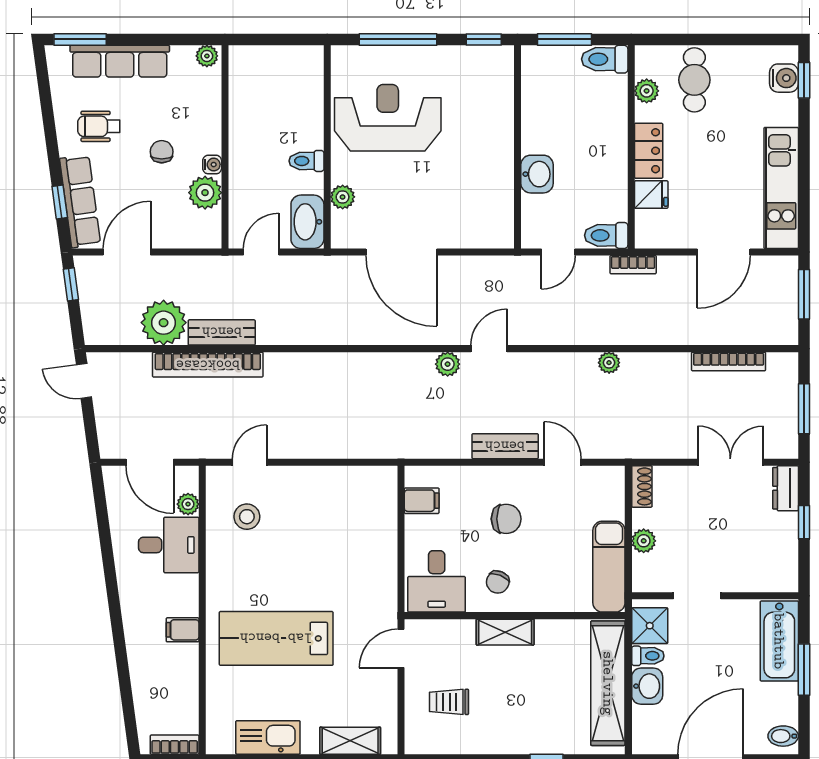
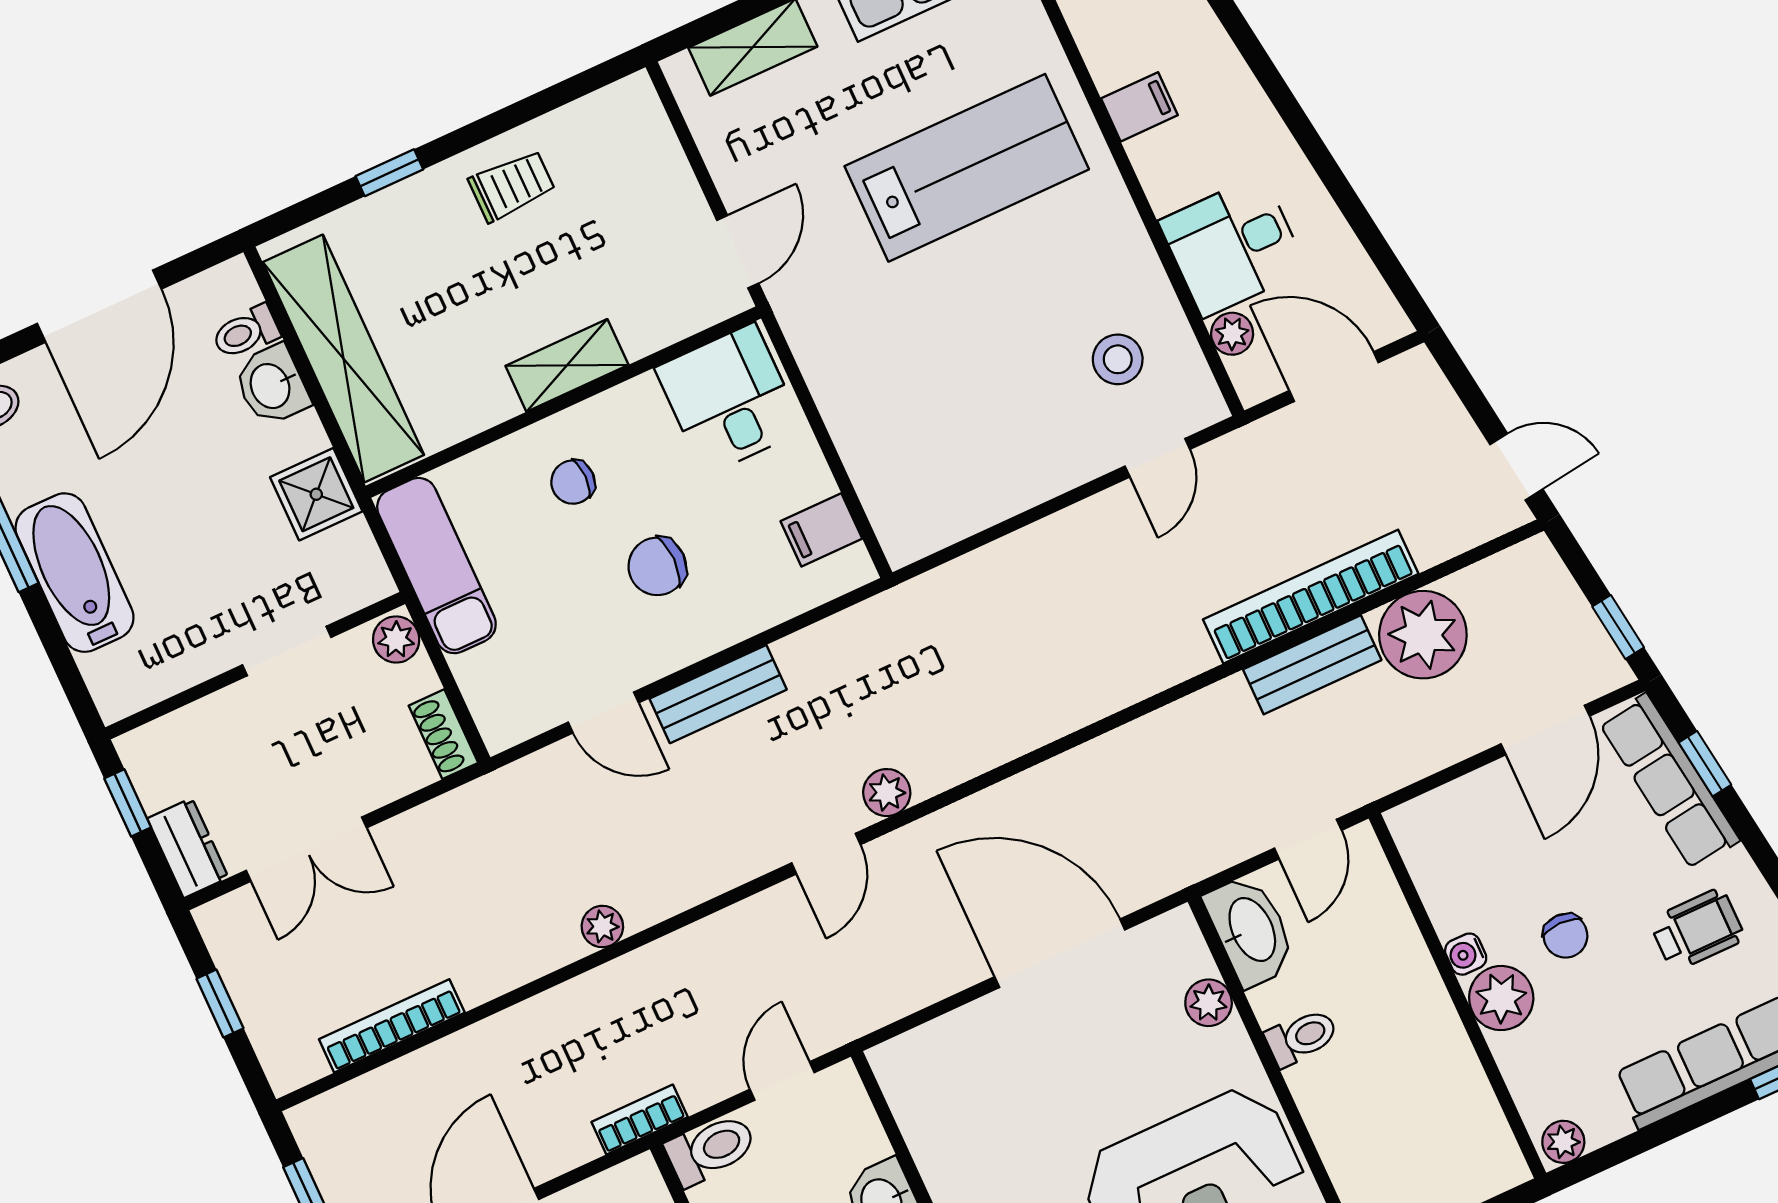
plant: (205, 193) -> (1501, 998), moved
window: (804, 409) -> (220, 1004), width x0.67
chair: (498, 582) -> (573, 482), moved, turned -112
doorway: (697, 596) -> (287, 651), moved
wall: (715, 596) -> (255, 666), moved
toilet: (648, 656) -> (246, 332), moved
trolley: (449, 702) -> (512, 186), moved

